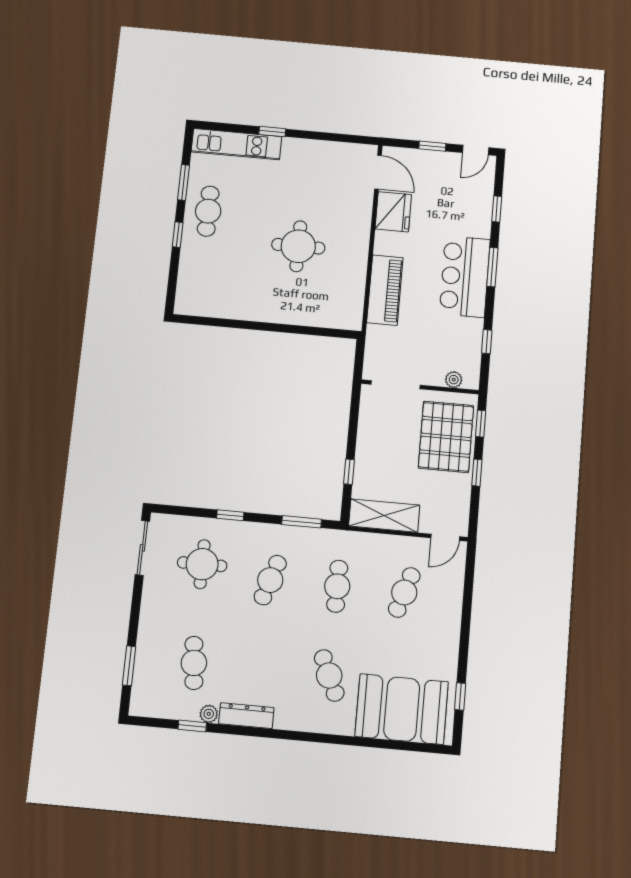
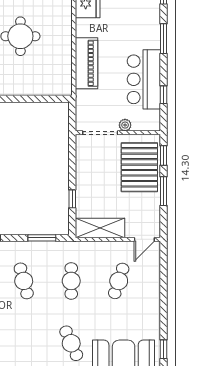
bar counter: (465, 277) -> (144, 79), moved
plant: (454, 380) -> (125, 125), moved
window: (477, 473) -> (163, 191), width x1.50
cafe table: (270, 580) -> (24, 281), turned -33

